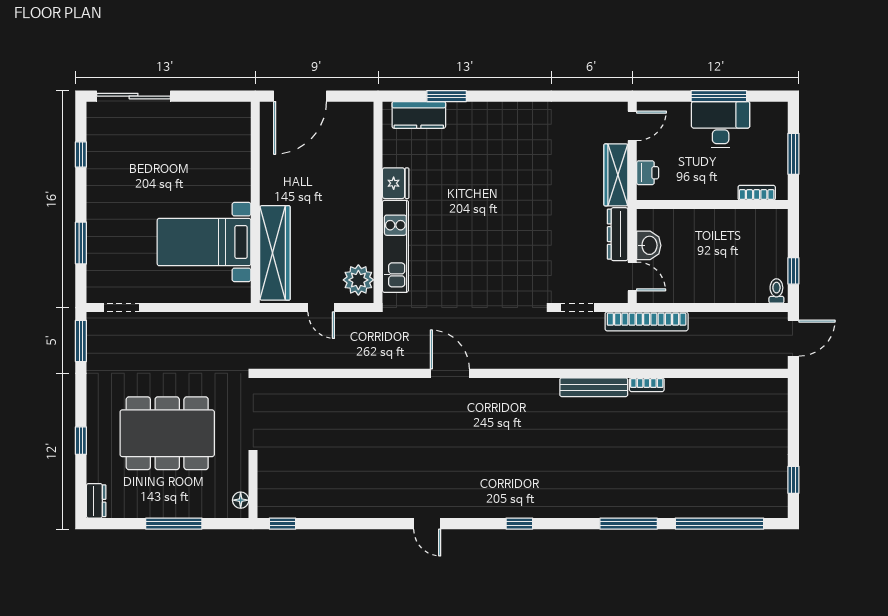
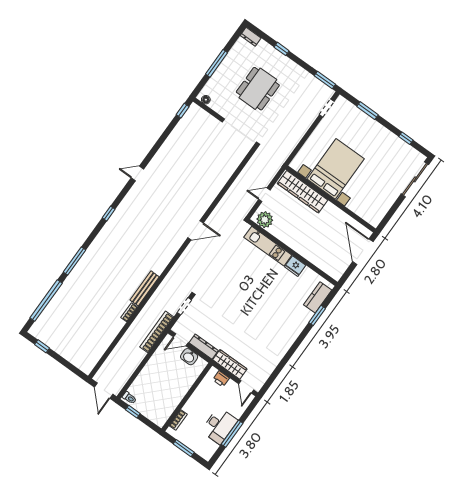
bed with nightstands: (204, 242) -> (336, 169), width x1.36
dining table: (167, 433) -> (258, 89), width x0.73, depth x0.80

